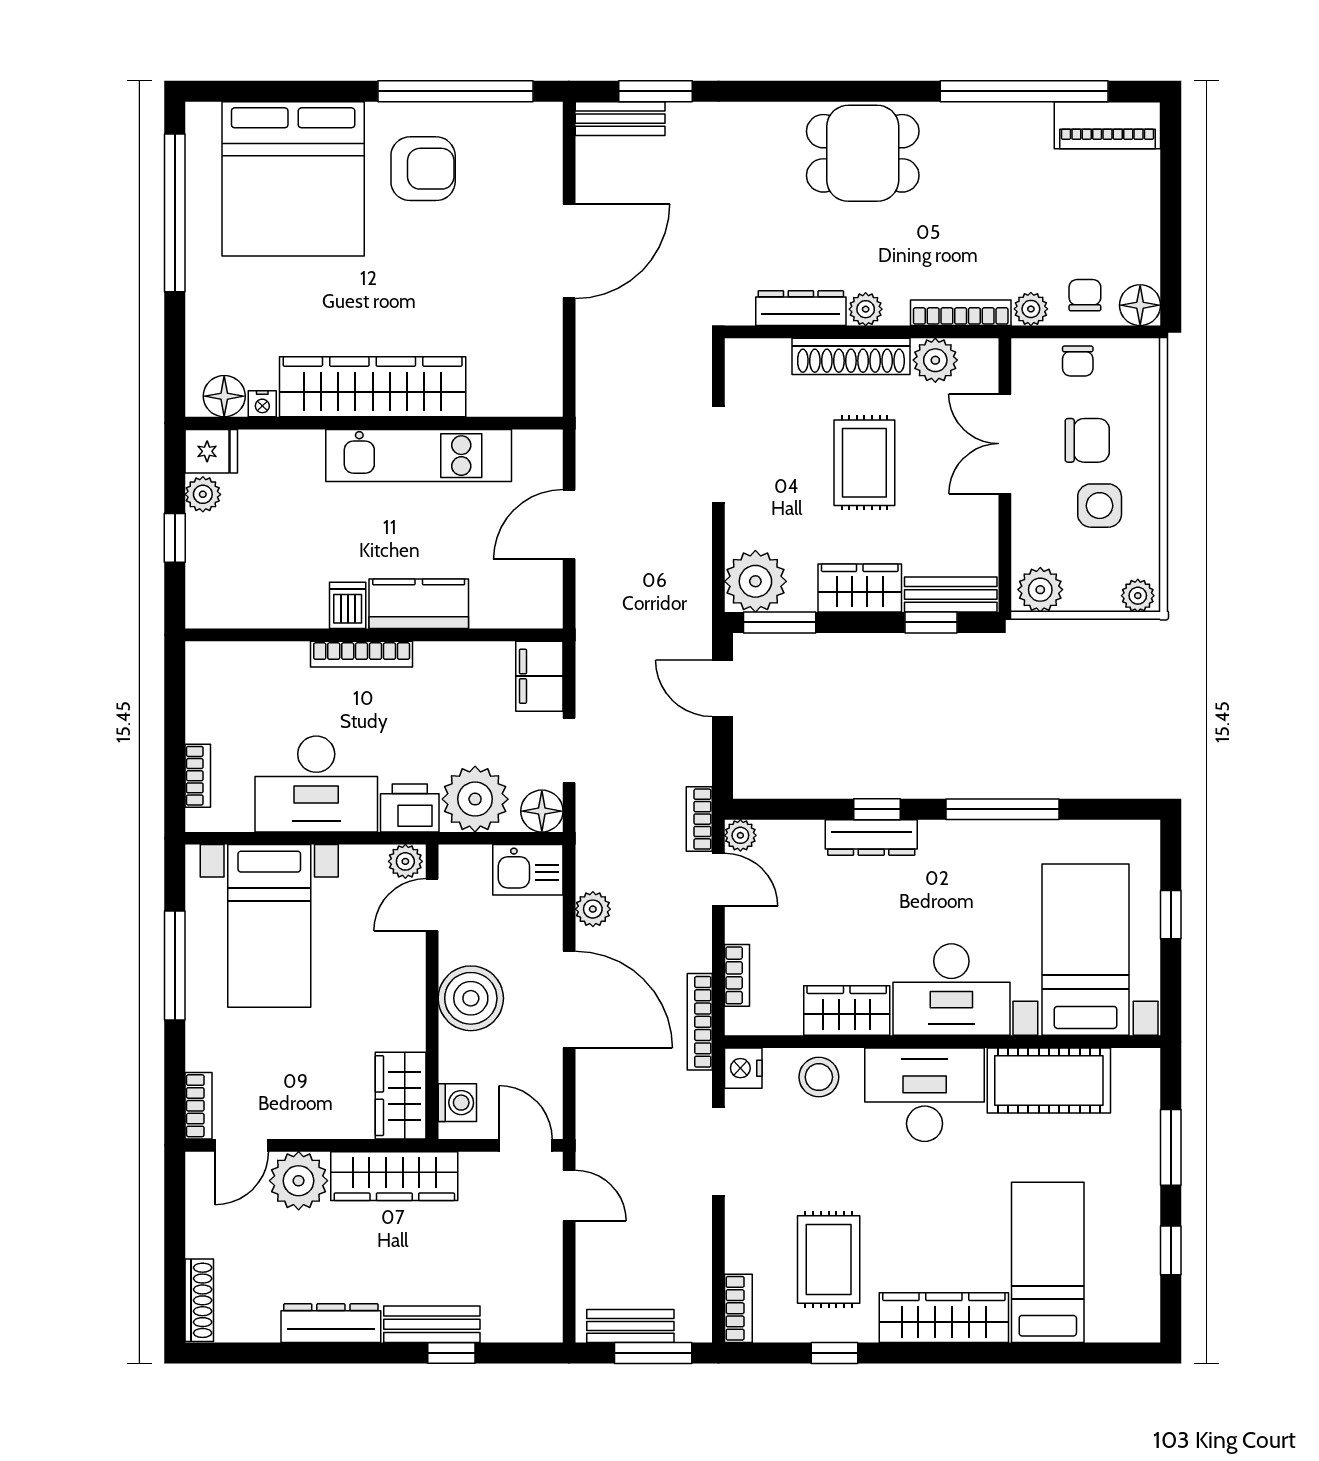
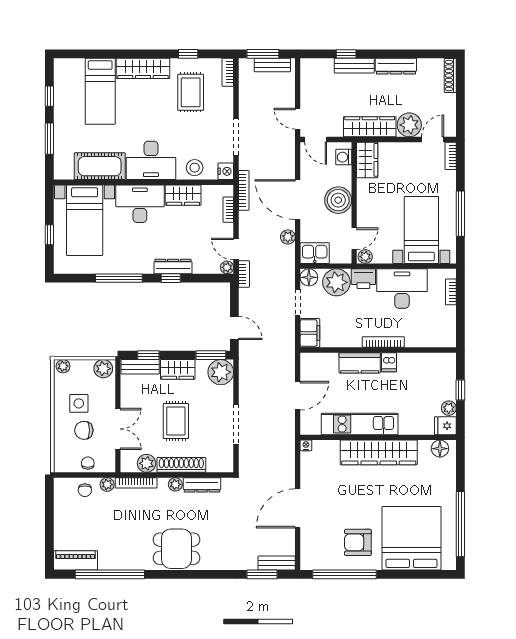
floor lamp: (1140, 305) -> (62, 486), removed
nightstand: (262, 404) -> (306, 445), moved

